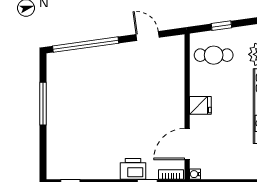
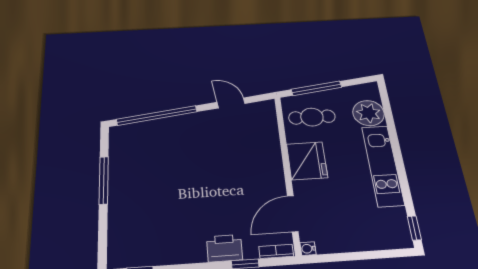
window: (221, 26) -> (316, 88), width x2.17
fridge: (200, 105) -> (307, 161), width x1.88, depth x1.34

